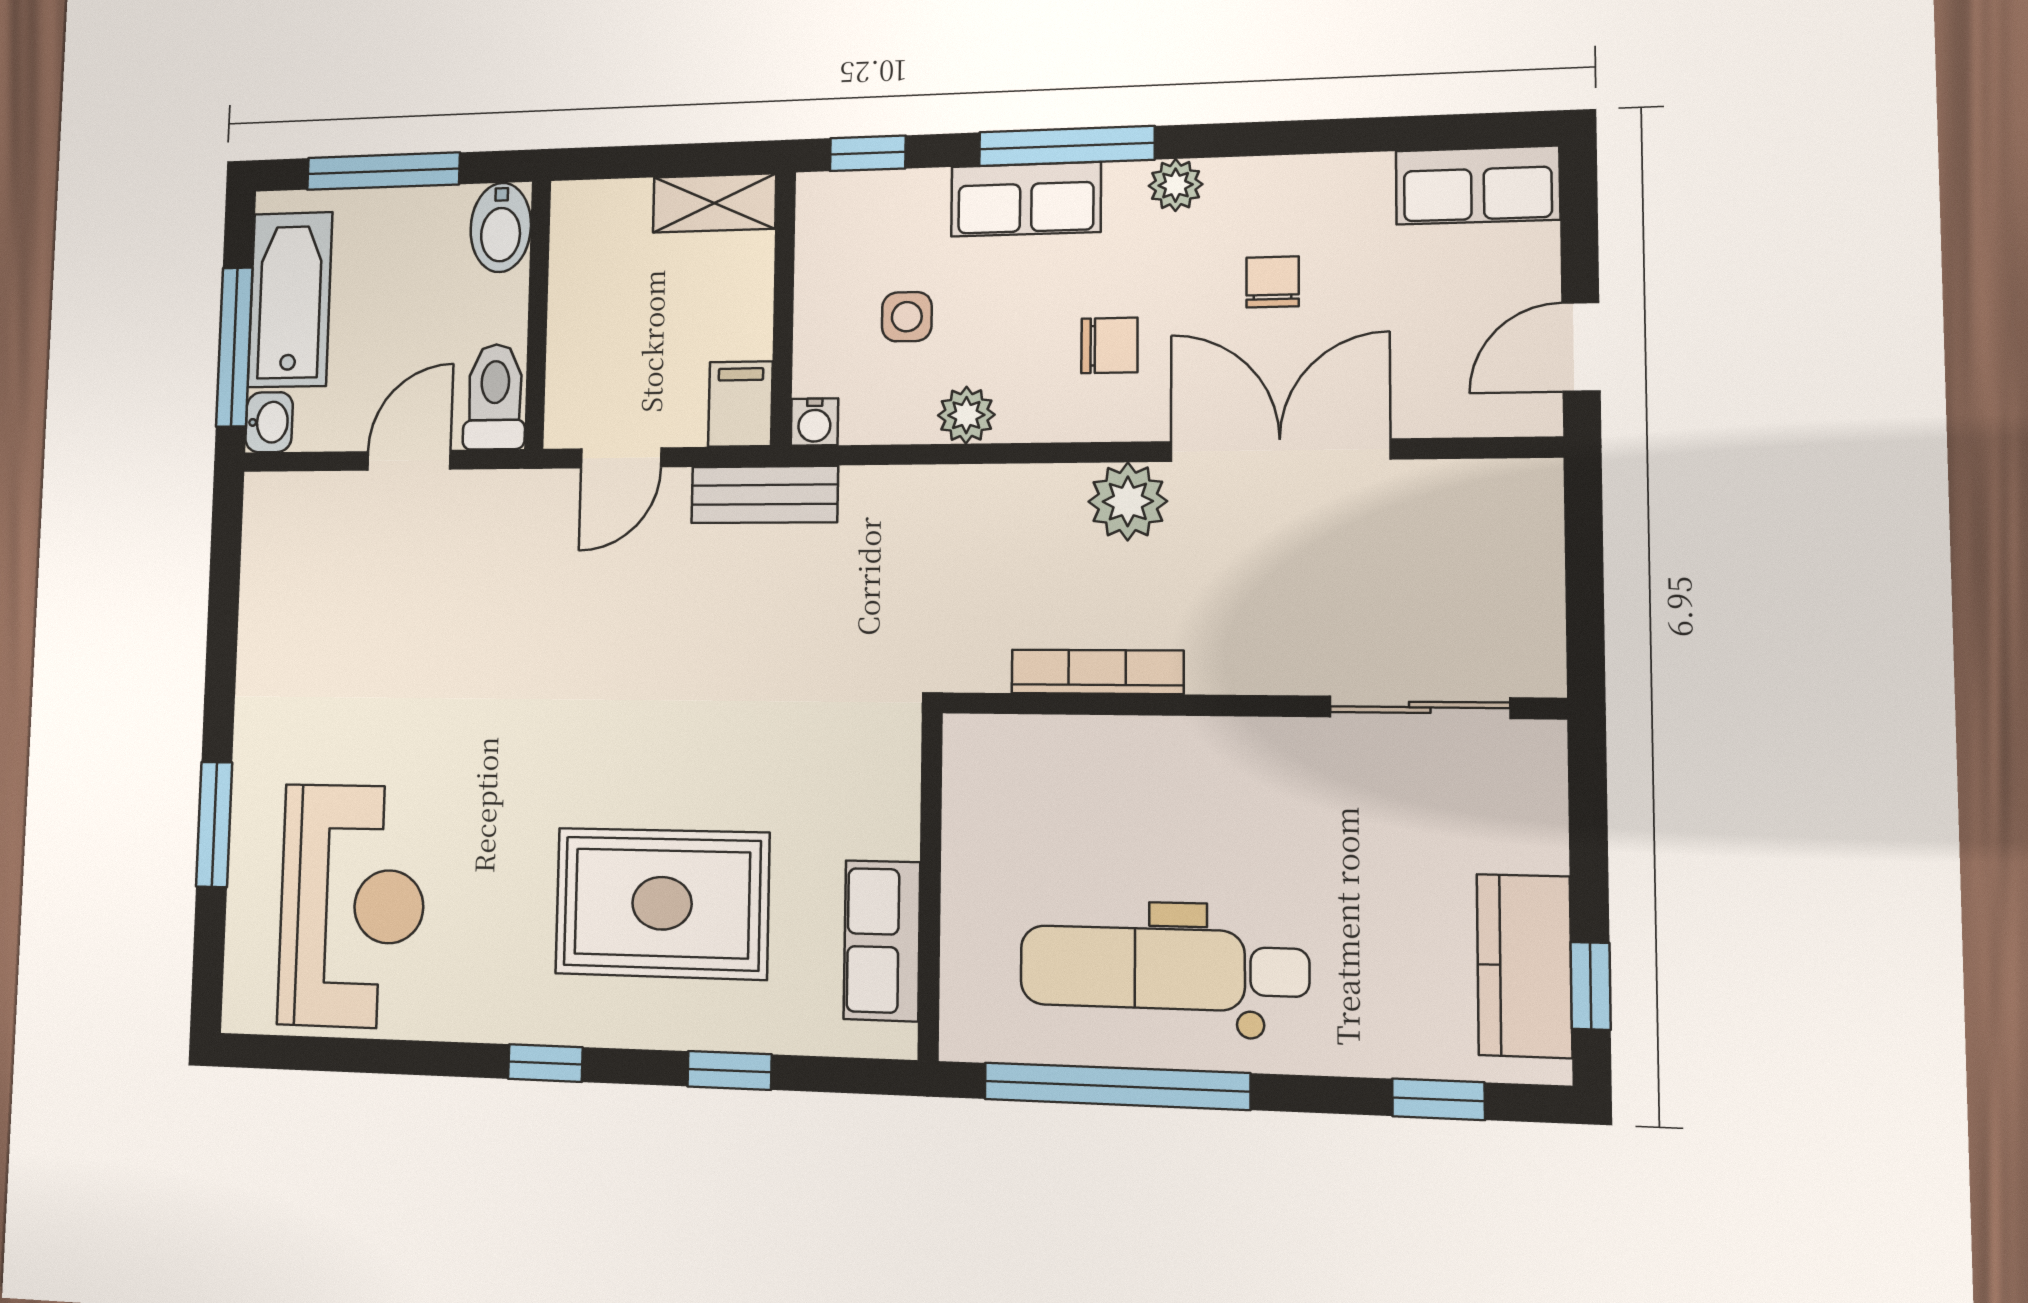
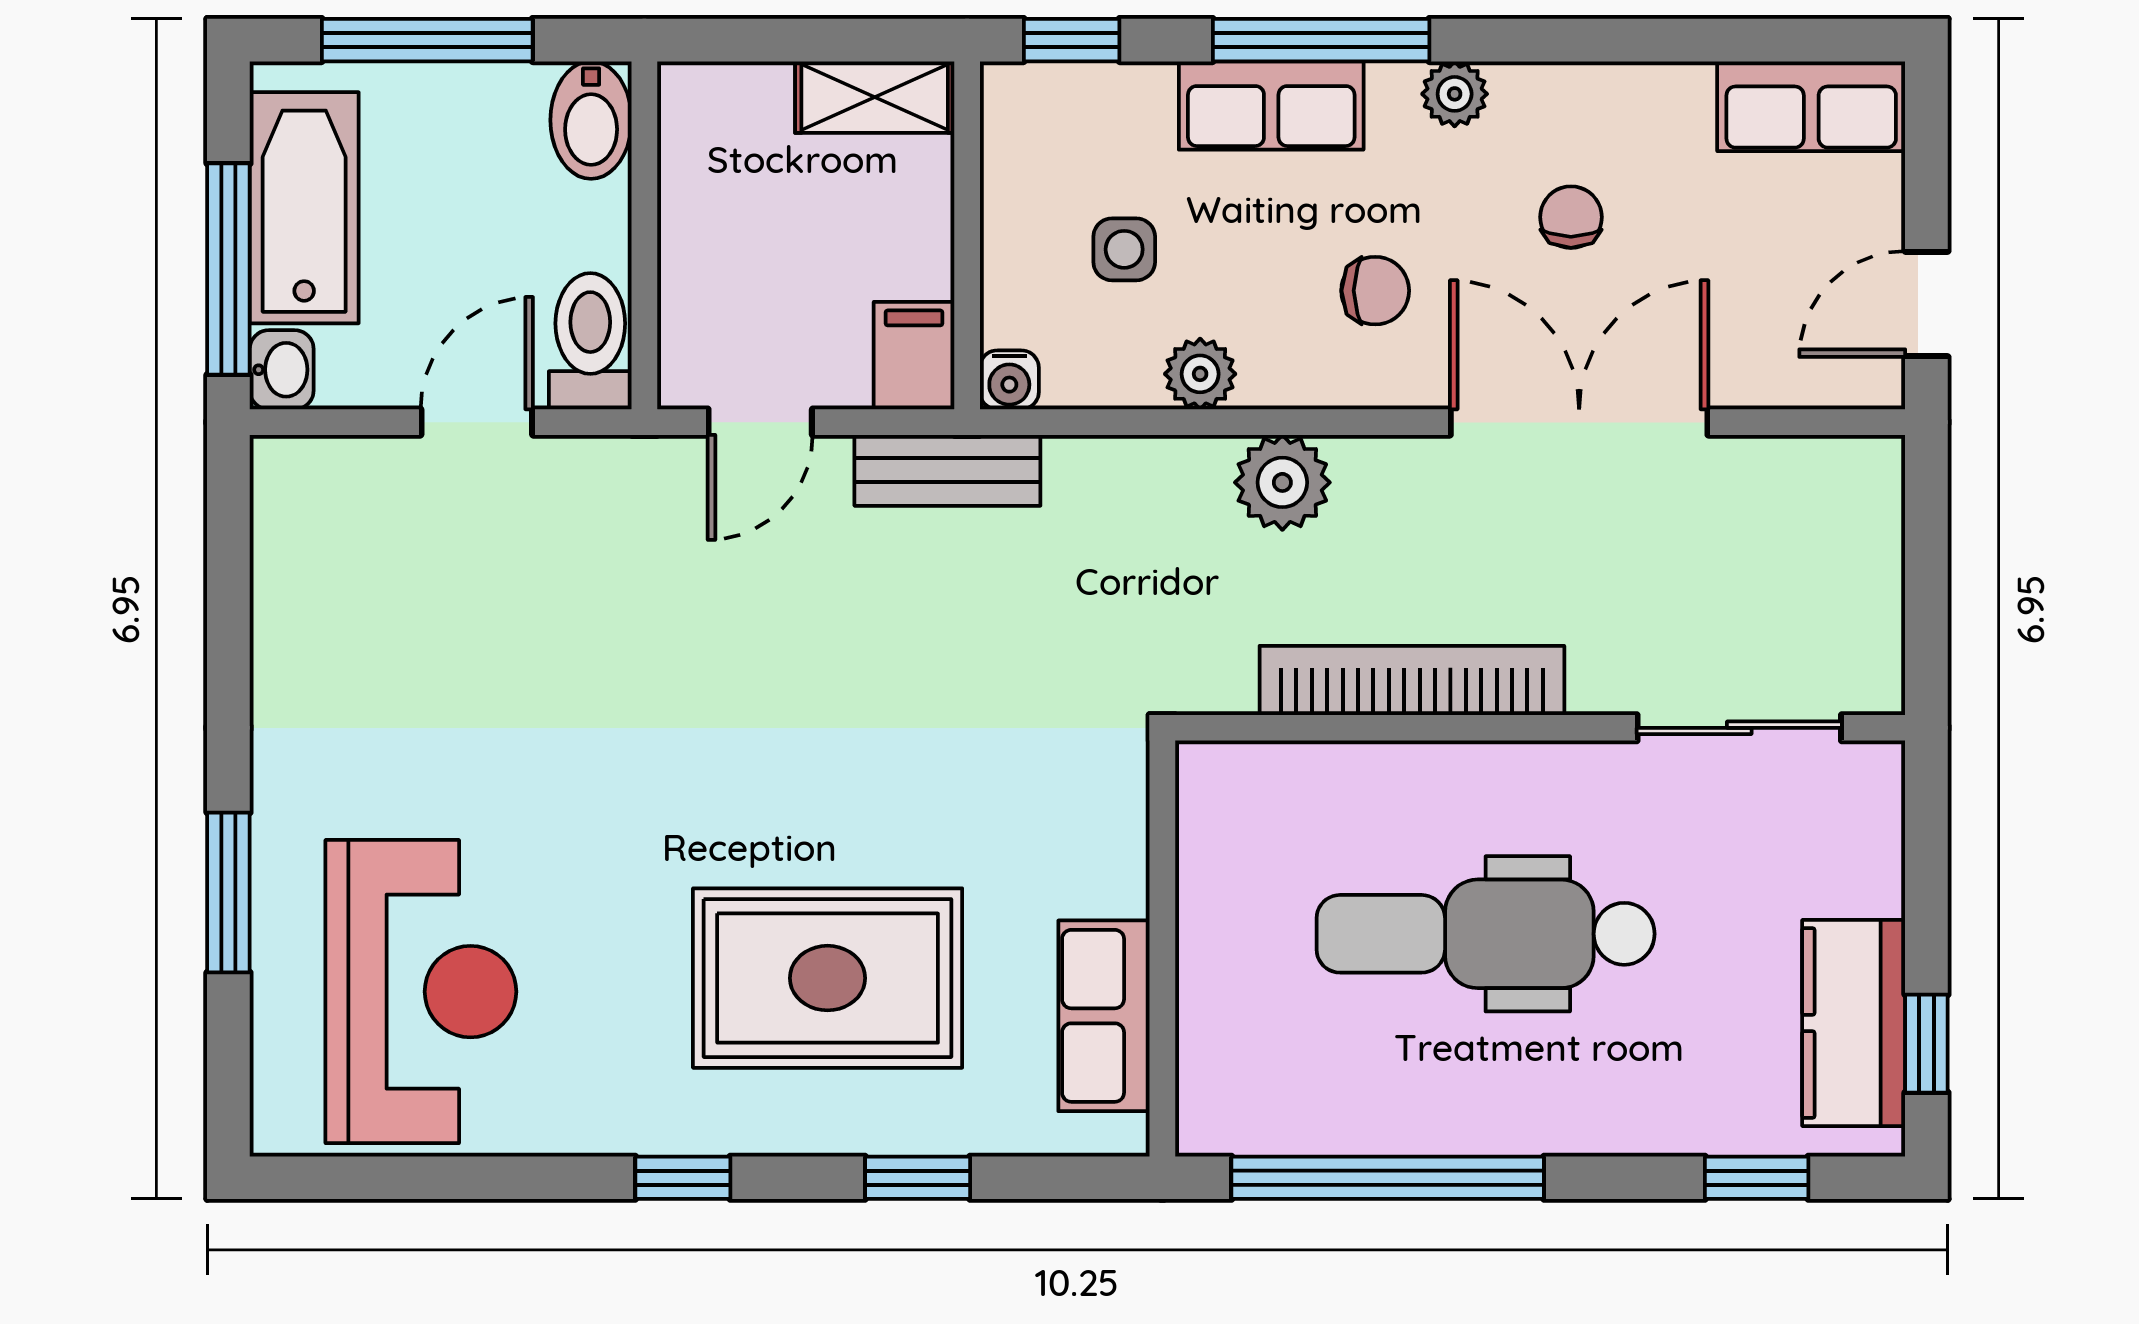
plant: (1128, 501) -> (1282, 482), moved
bookcase: (1097, 672) -> (1412, 680), width x1.48, depth x1.31
dental chair: (1164, 969) -> (1486, 934), moved

